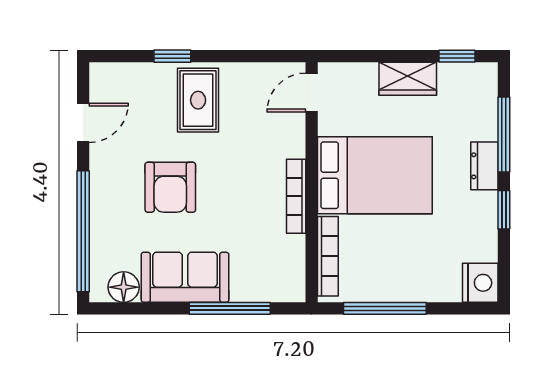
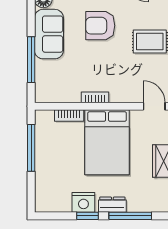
bookcase: (296, 196) -> (95, 97), width x0.64
bookcase: (328, 256) -> (69, 115), width x0.64
nightstand: (480, 283) -> (83, 202), moved

